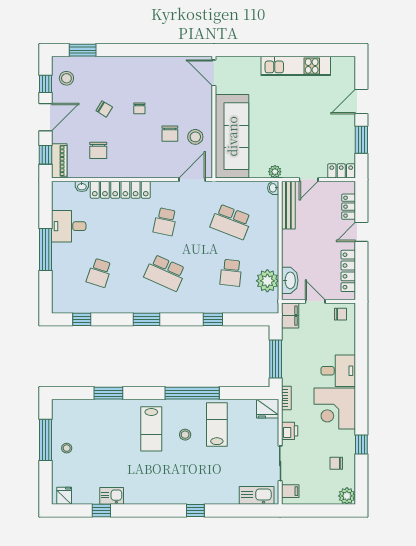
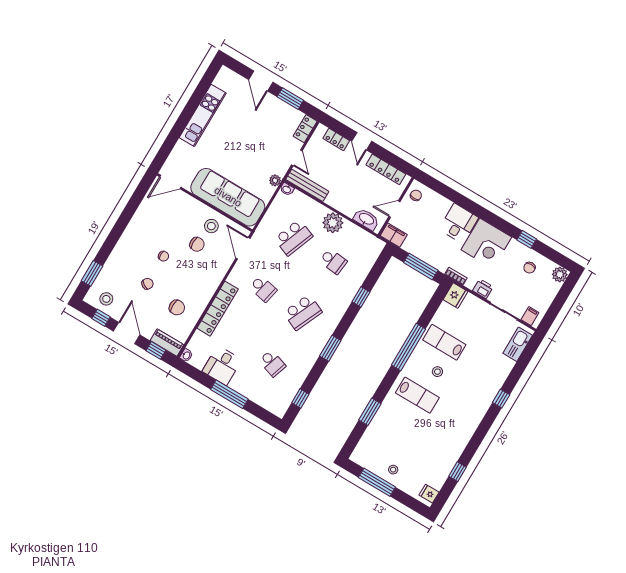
washbasin: (82, 186) -> (186, 355), moved
plant: (267, 281) -> (333, 223), moved
kitchen sink: (112, 496) -> (451, 457), removed

